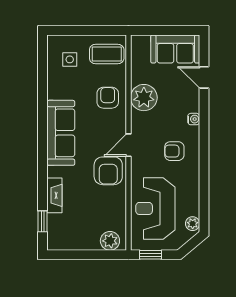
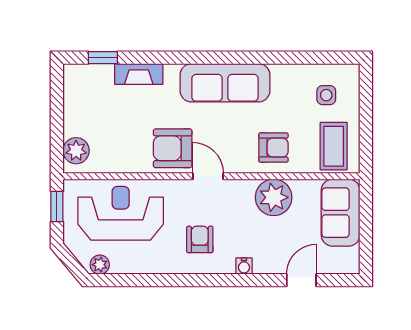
sofa: (175, 49) -> (341, 213), moved

